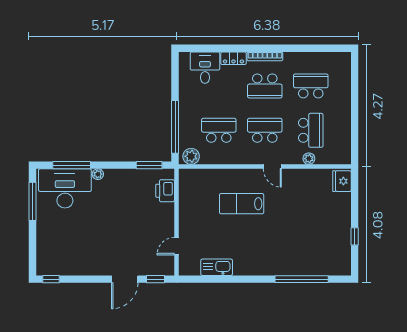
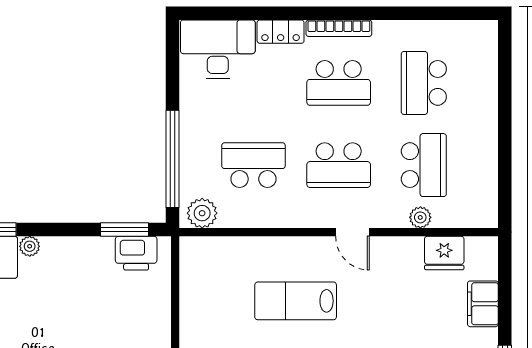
desk: (205, 68) -> (218, 49), width x1.37
school desk: (311, 86) -> (424, 83), turned -90
school desk: (265, 130) -> (339, 165), turned 180
fridge: (342, 181) -> (444, 253), moved, turned -90
printer: (165, 191) -> (136, 253), moved, turned -90
filing cabinet: (343, 205) -> (483, 304), added

